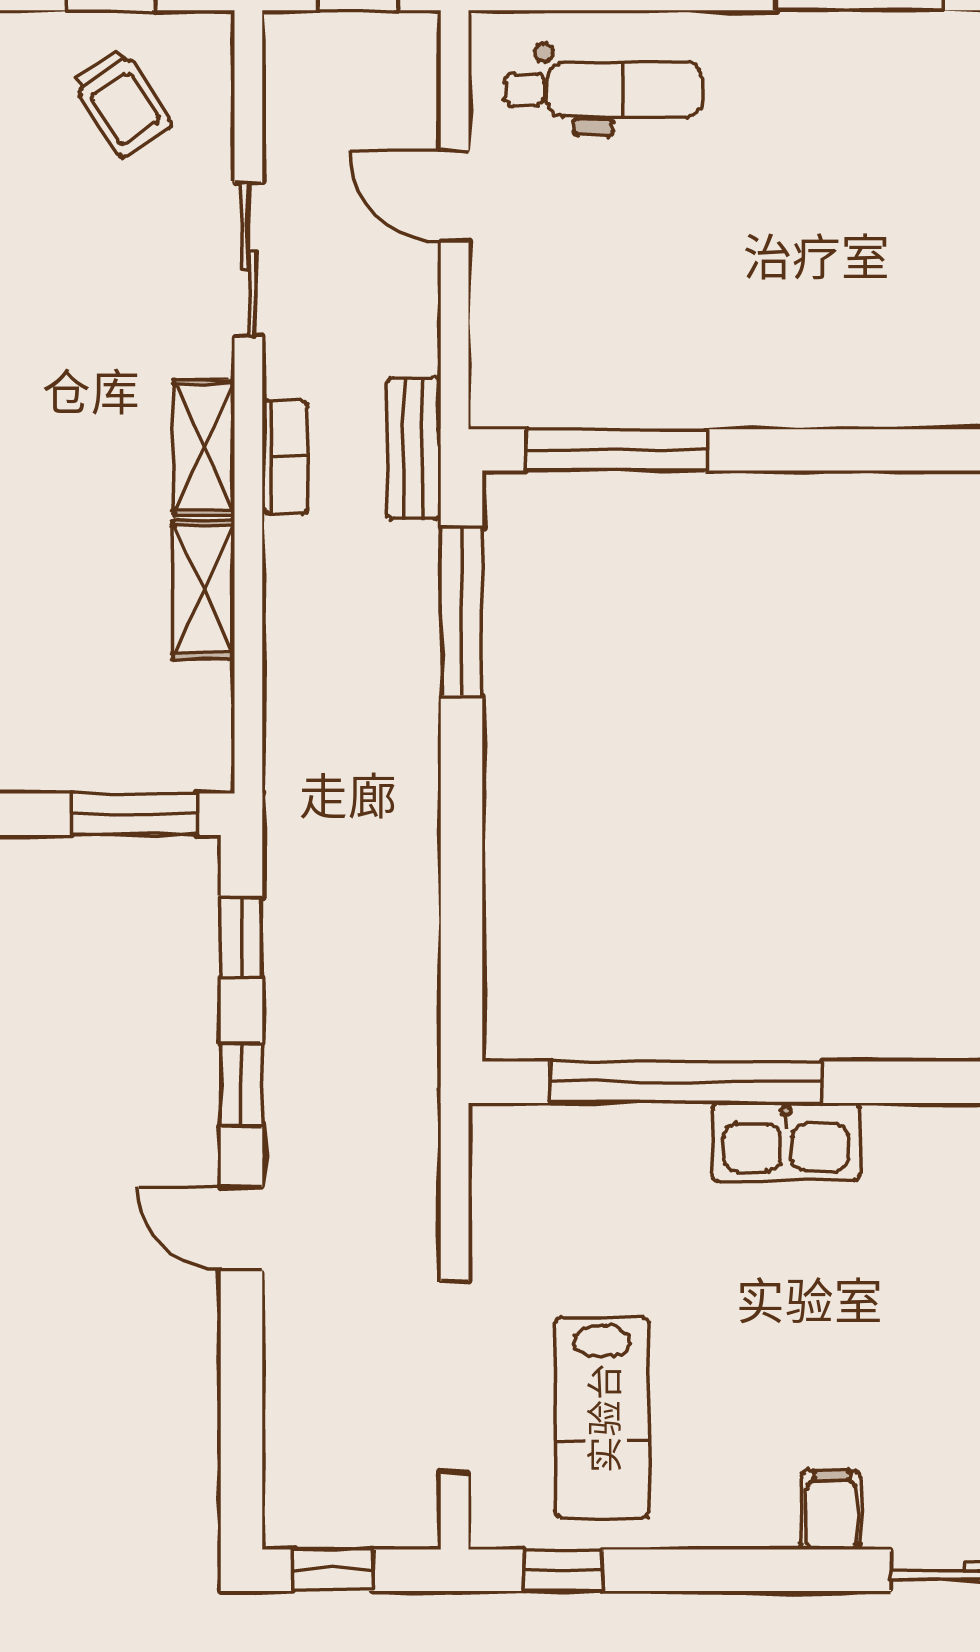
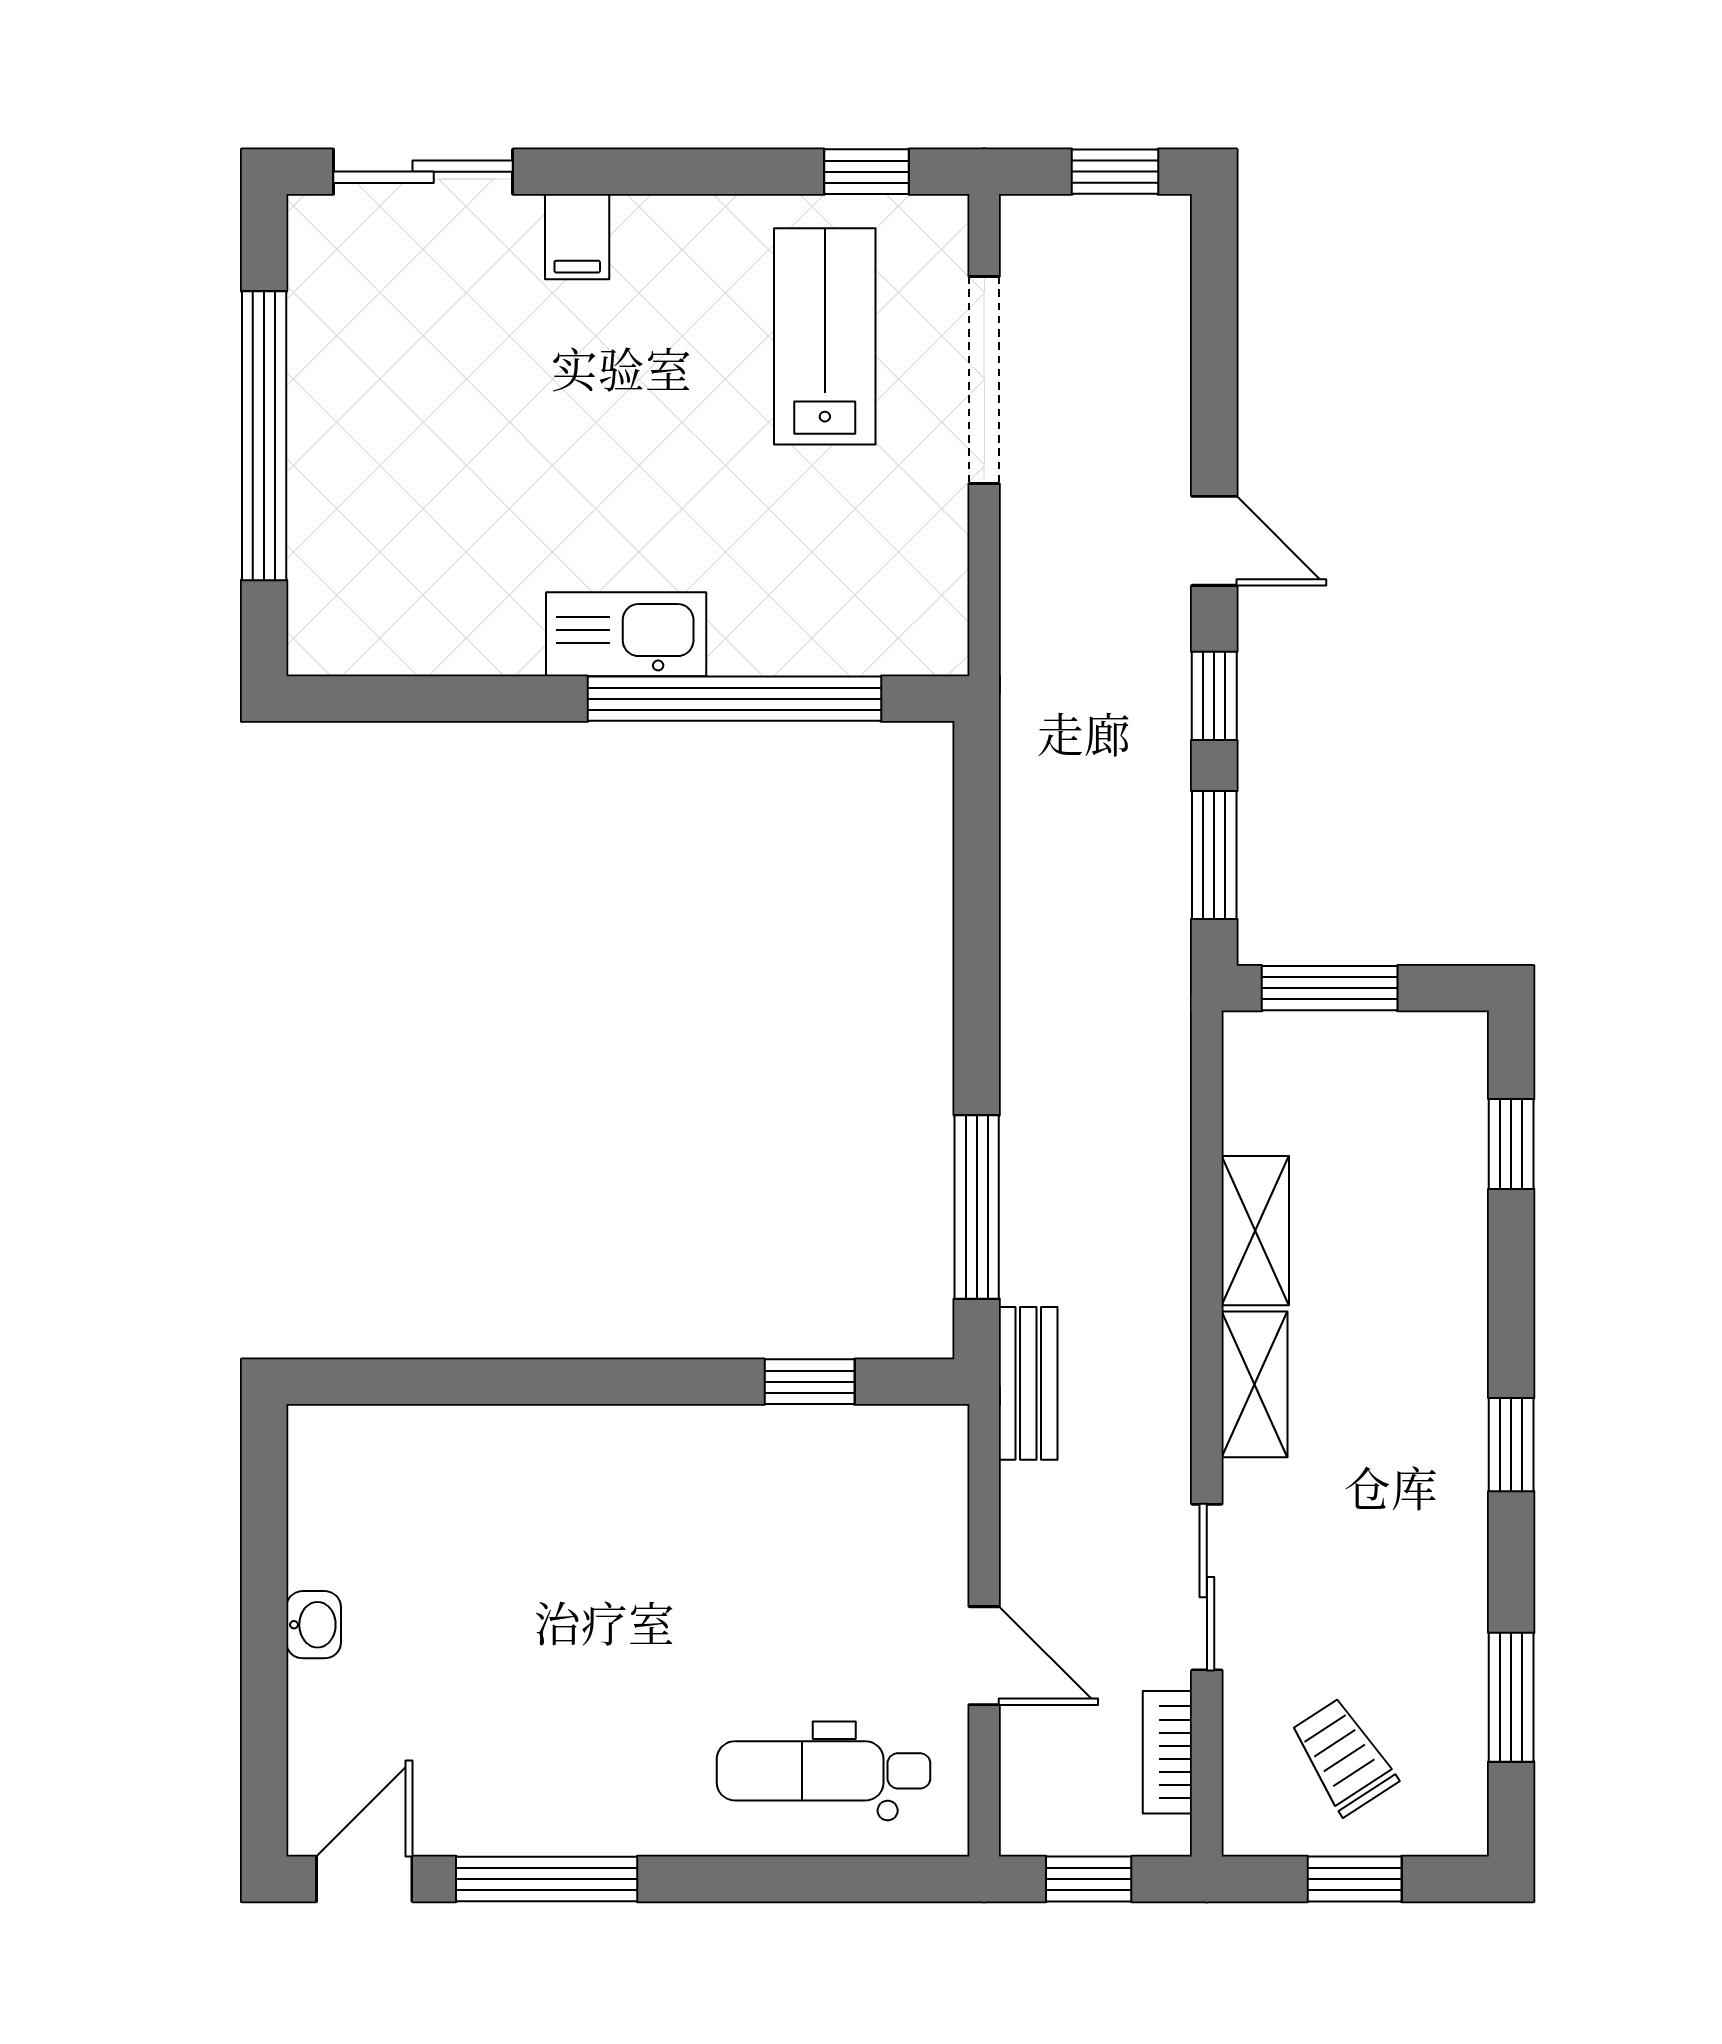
window: (616, 450) -> (810, 1382), width x0.46
bookcase: (285, 457) -> (1167, 1752), moved
window: (241, 937) -> (1214, 855), width x1.50

